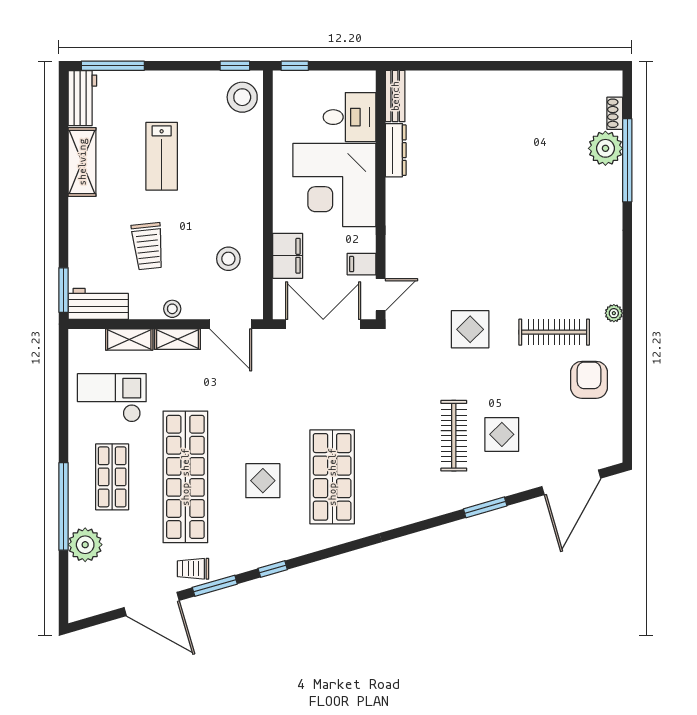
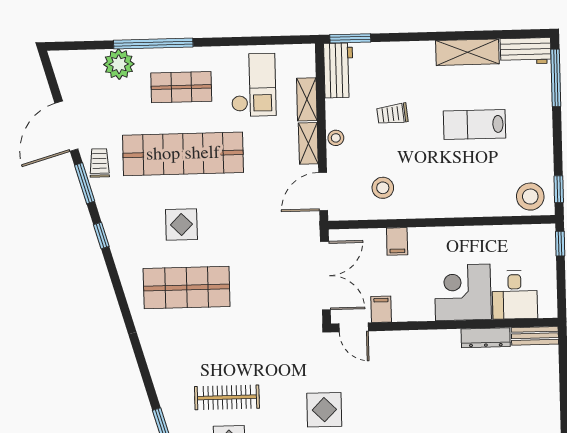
corner desk: (334, 185) -> (463, 292), width x0.74, depth x0.74
trolley: (148, 246) -> (392, 114), width x0.73, depth x0.72
filing cabinet: (288, 256) -> (397, 241), width x0.50

